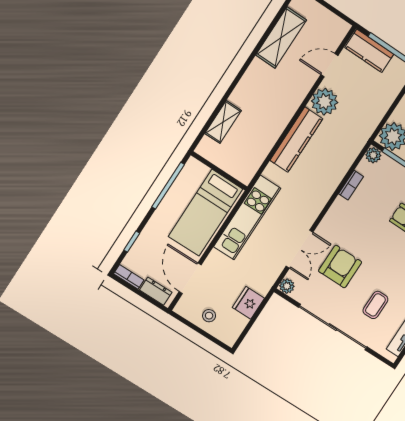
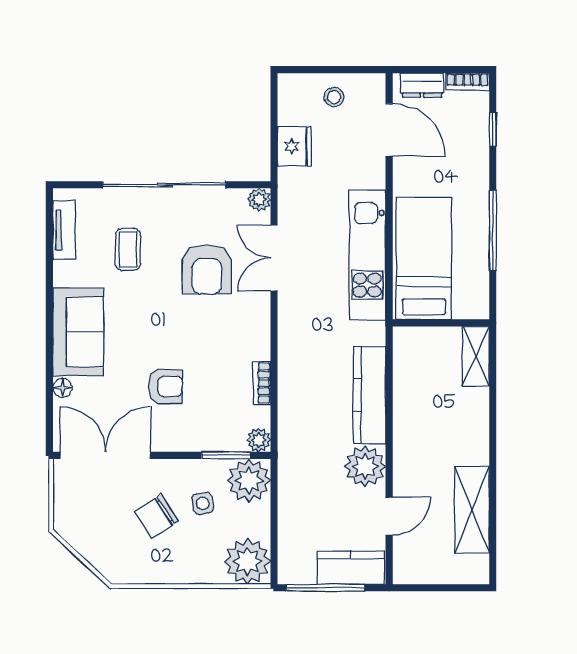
wall: (219, 171) -> (441, 323), moved
bed: (205, 213) -> (424, 258), moved

